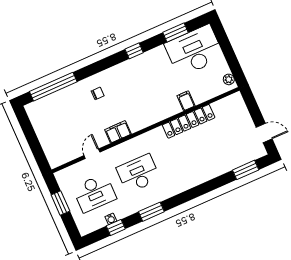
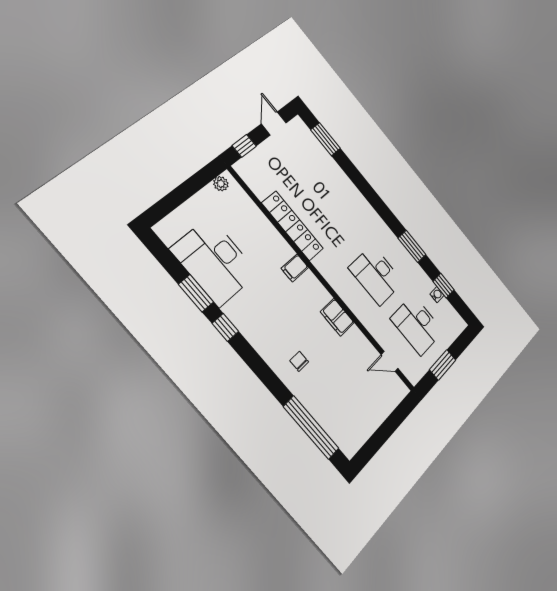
window: (175, 33) -> (196, 293), moved
desk: (194, 51) -> (215, 261), moved
filing cabinet: (186, 101) -> (295, 268), moved
window: (252, 105) -> (244, 146), added
door: (92, 154) -> (390, 361), moved
desk: (94, 193) -> (417, 325), turned 180

